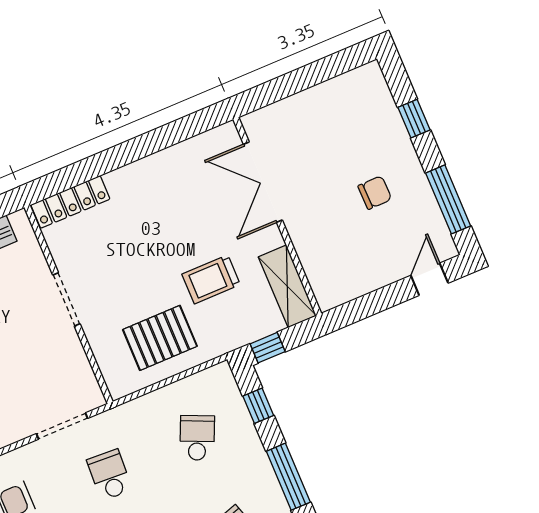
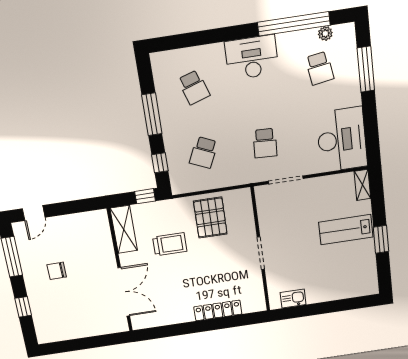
locker: (70, 202) -> (218, 310), moved
pallet: (160, 338) -> (210, 218), turned 90

